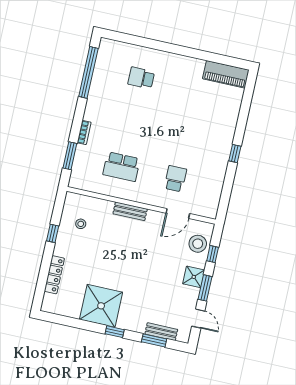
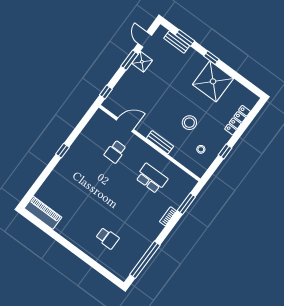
stool: (198, 244) -> (189, 123), moved
window: (213, 254) -> (106, 92), moved
shower: (194, 277) -> (142, 62), moved

